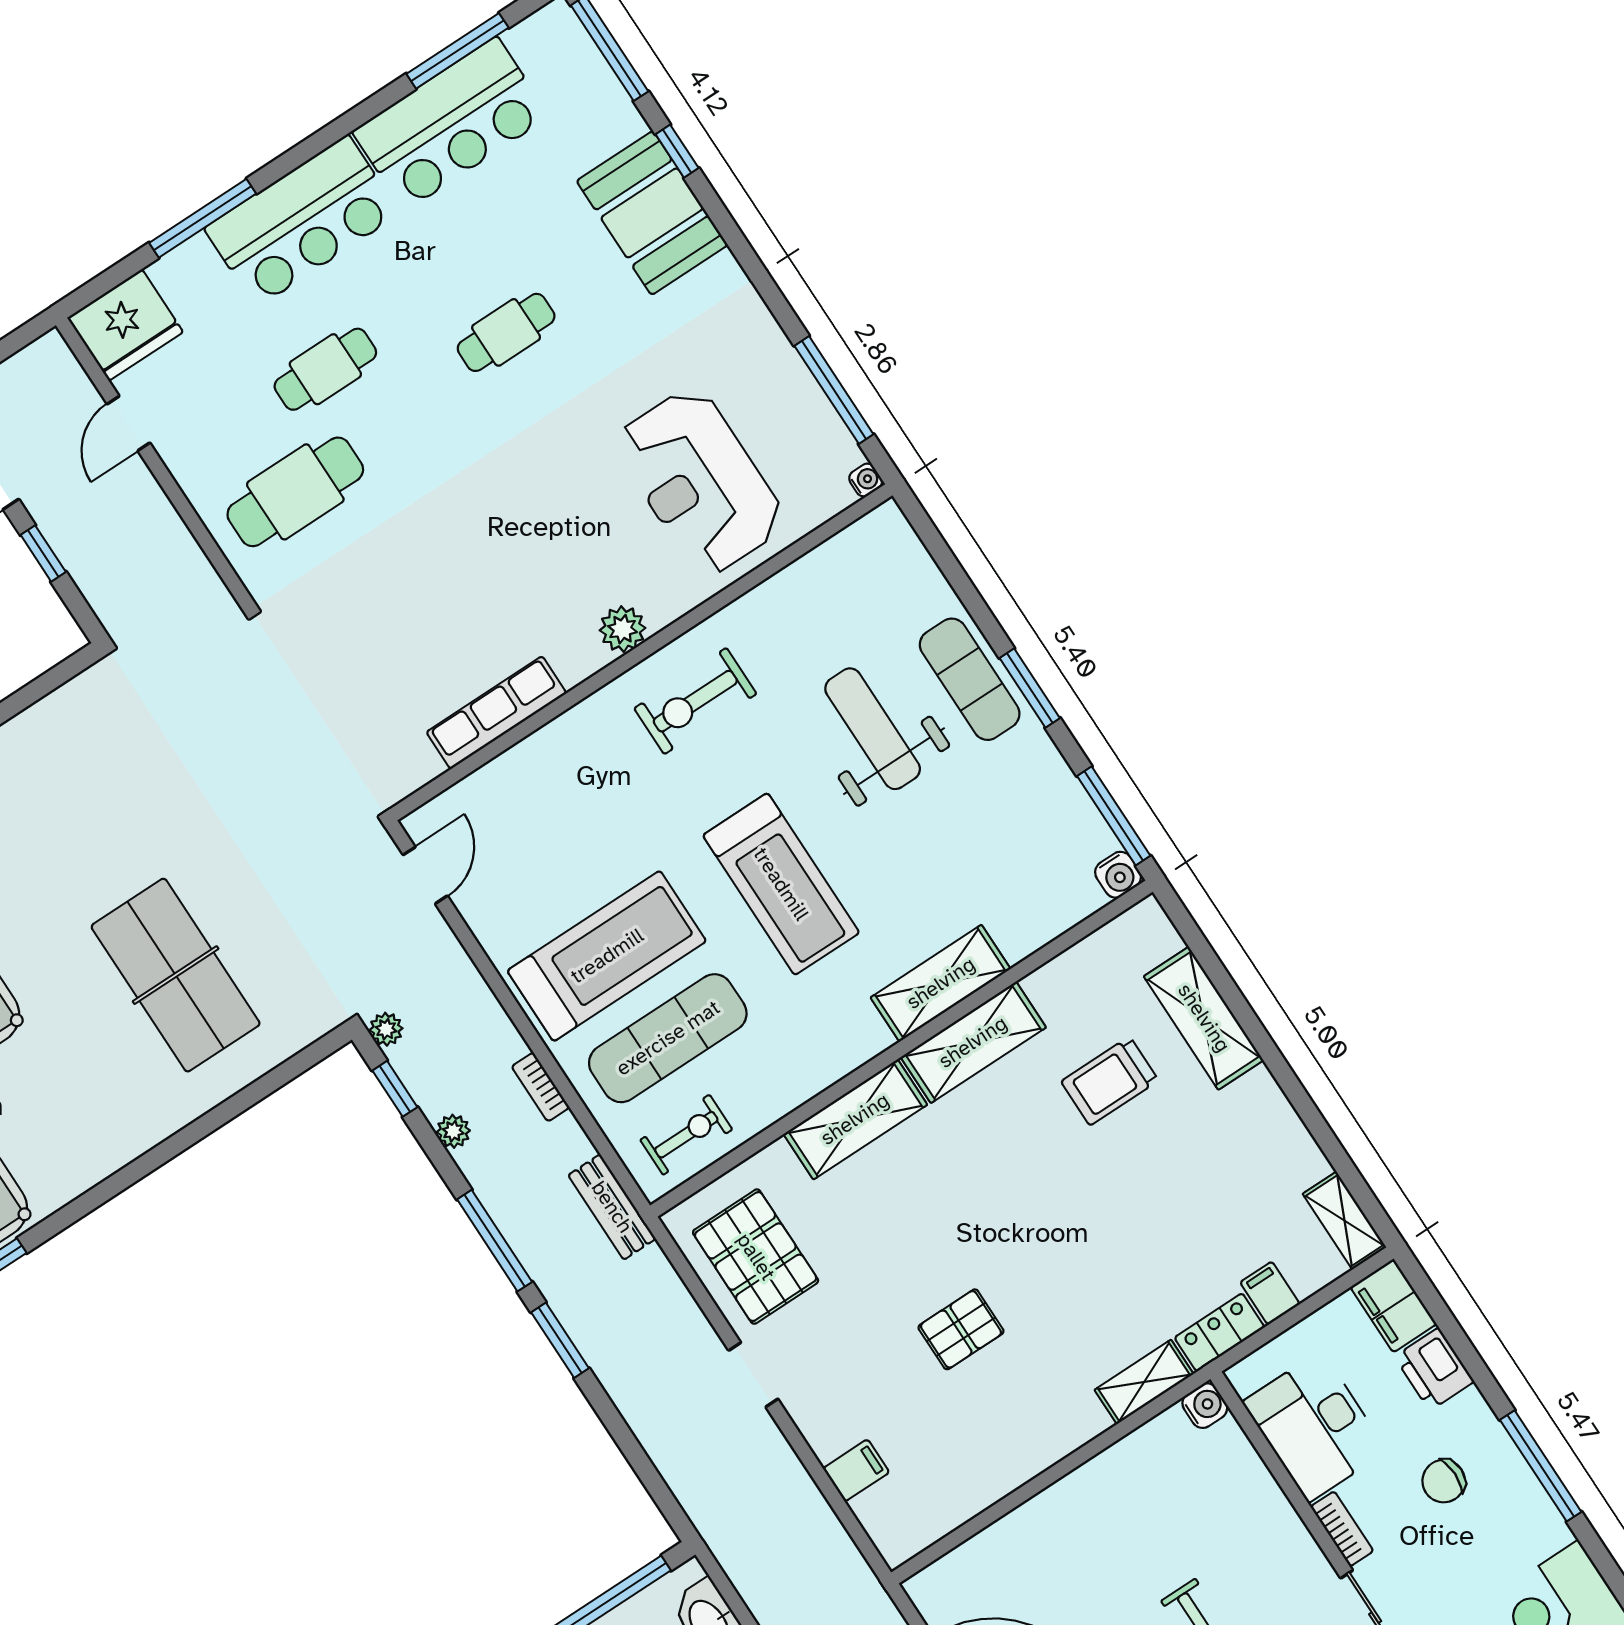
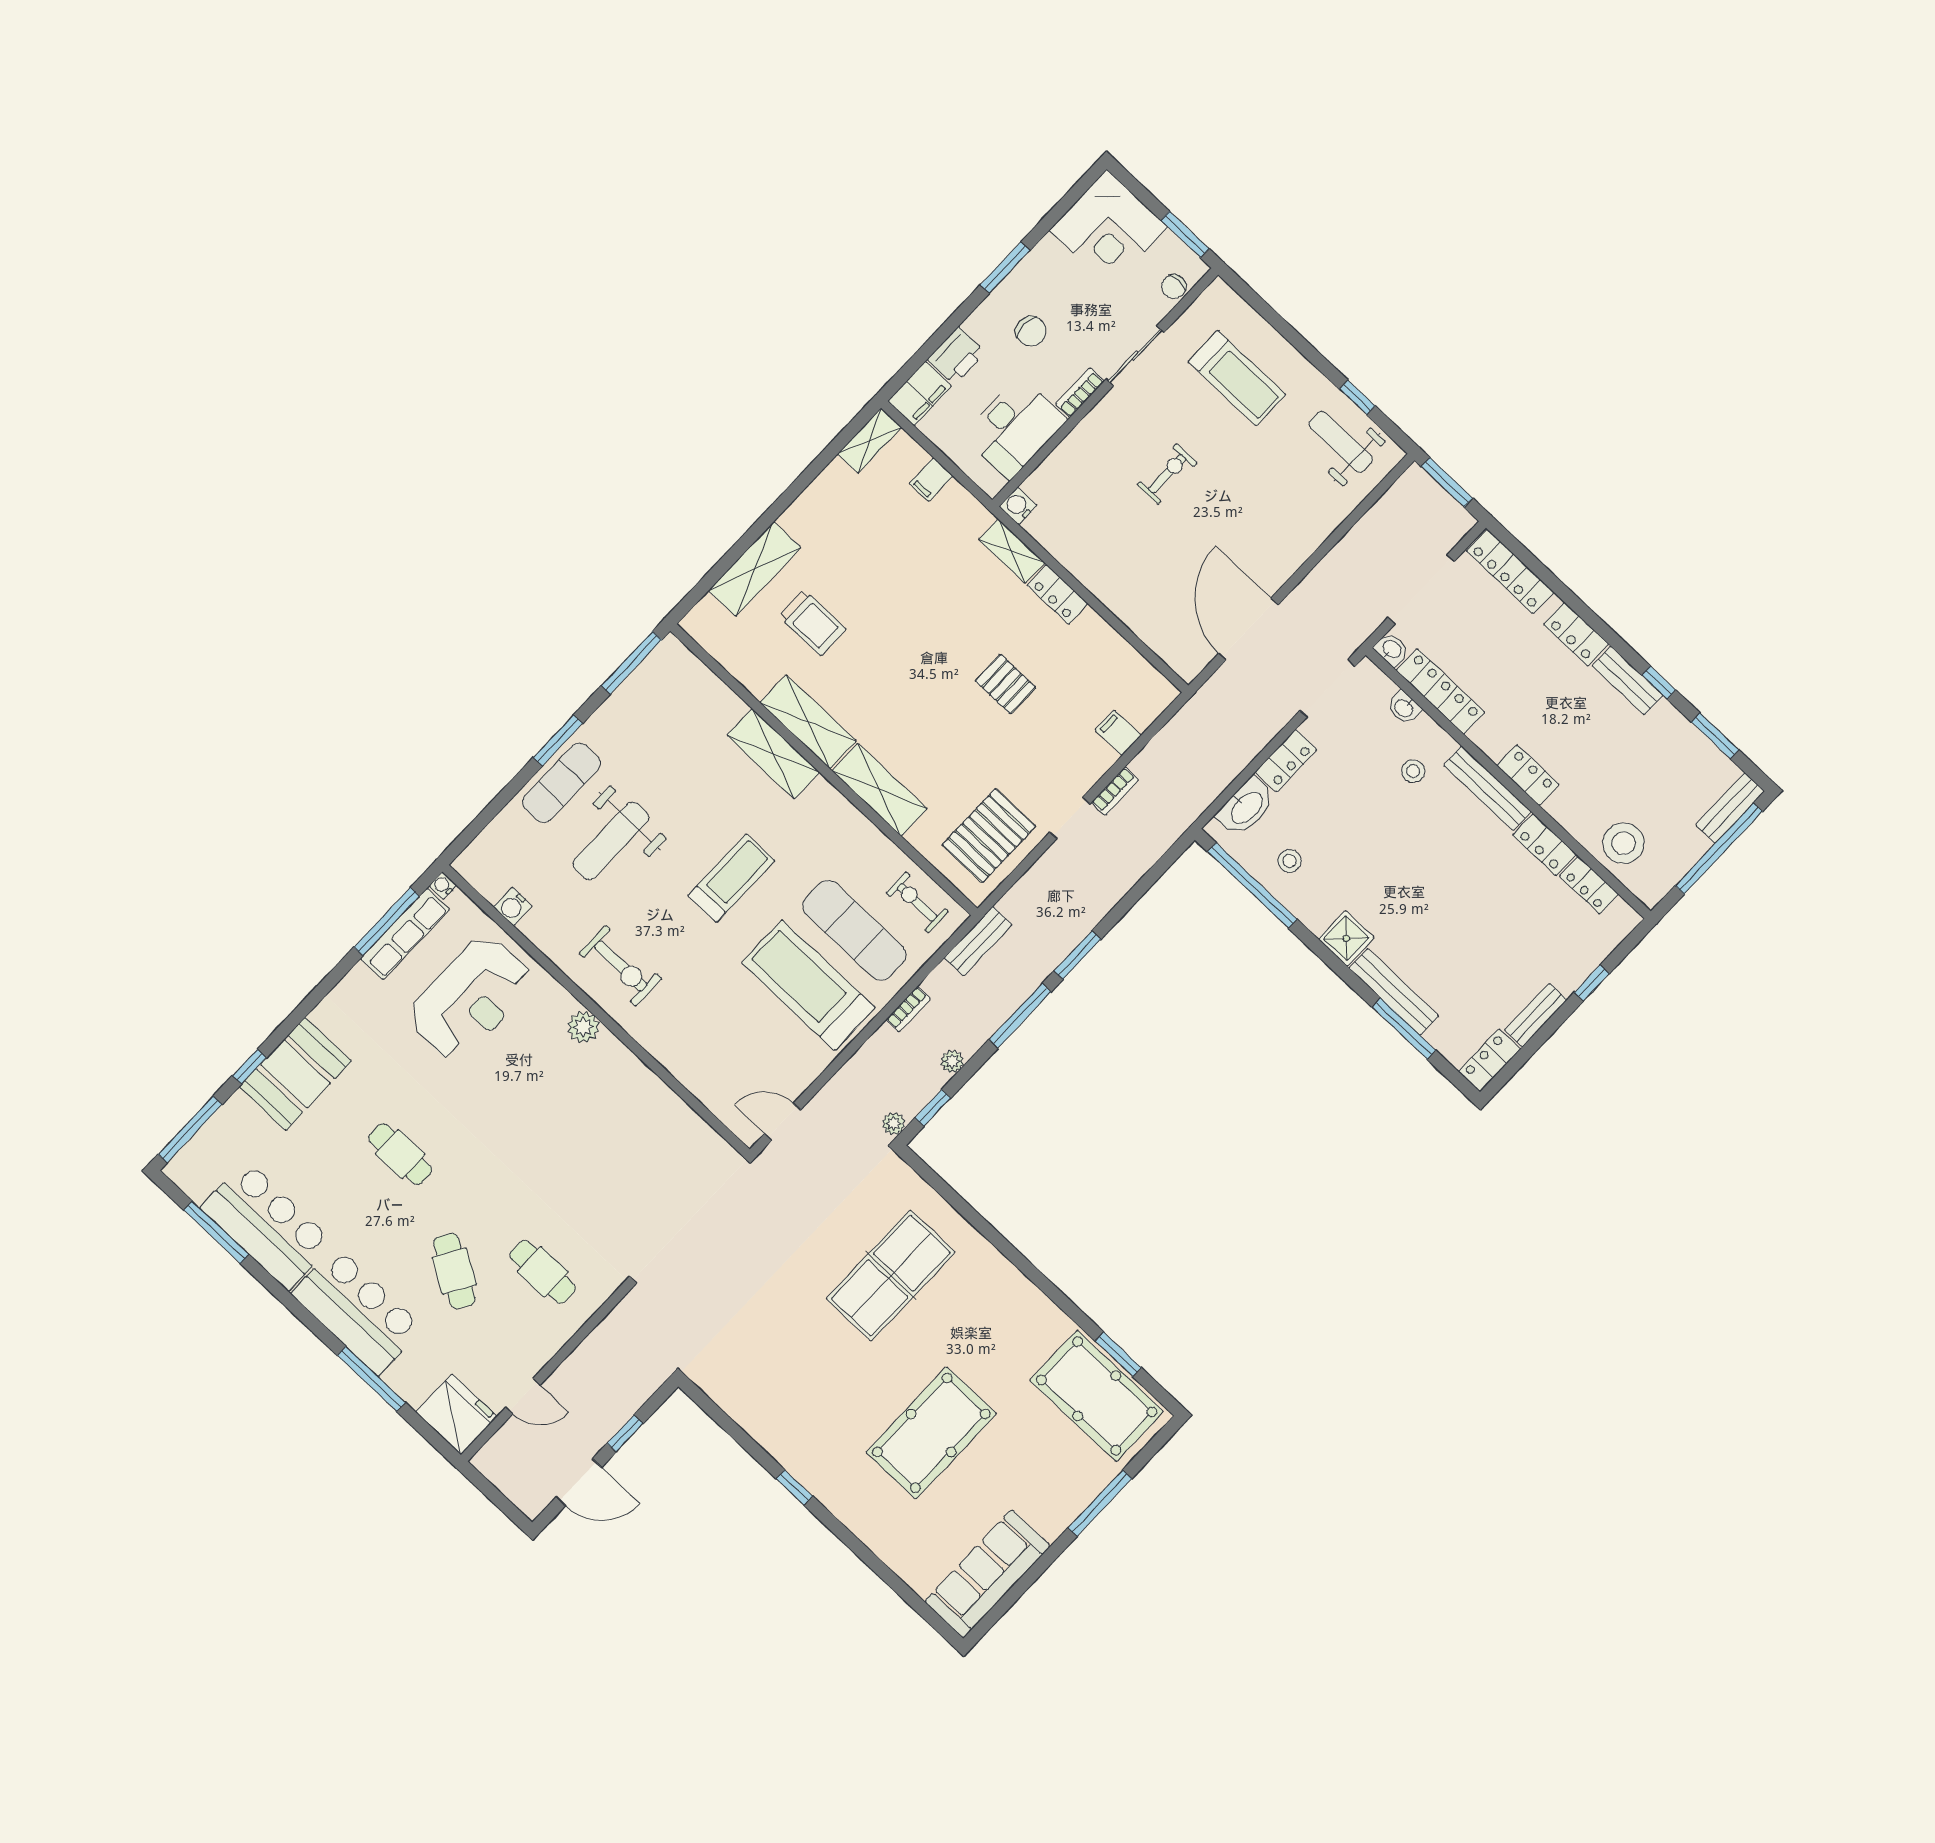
cafe table: (325, 369) -> (454, 1271), turned 31
cafe table: (295, 492) -> (543, 1272), width x0.73, depth x0.74
row of seats: (496, 713) -> (405, 934), moved, turned -90
water cooler: (1118, 875) -> (513, 906), moved, turned 180
treadmill: (781, 884) -> (731, 878), width x0.73, depth x0.73
locker: (1219, 1332) -> (1058, 594), moved
bookcase: (776, 1447) -> (1115, 791), added
window: (1541, 1466) -> (1005, 268), width x0.69

